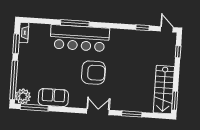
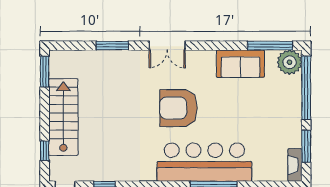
stairs: (164, 90) -> (63, 117), moved

